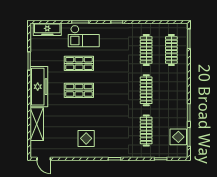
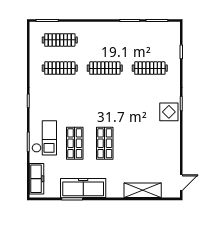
freezer: (39, 87) -> (83, 188), moved
display table: (178, 137) -> (157, 32), removed
display table: (86, 138) -> (169, 112), moved

